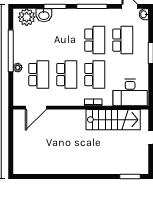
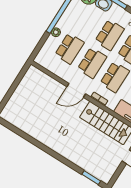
school desk: (67, 40) -> (110, 35), added
door: (36, 108) -> (76, 90), moved

